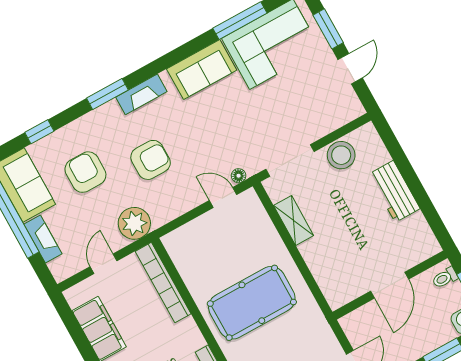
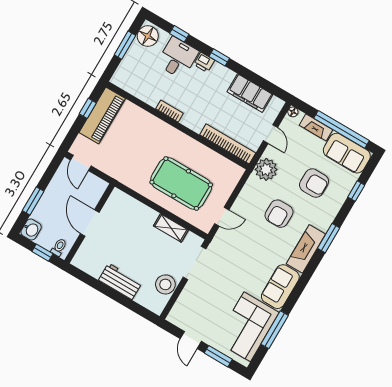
fireplace: (141, 94) -> (306, 249), width x1.37, depth x1.32
floor lamp: (239, 176) -> (293, 112), moved
pool table: (252, 303) -> (181, 183), moved, turned 90

